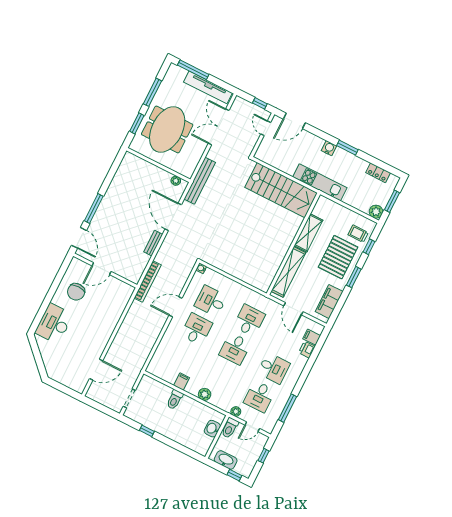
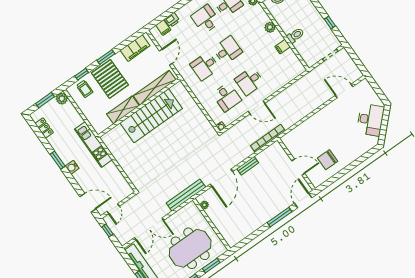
stairs: (281, 190) -> (151, 116), moved, turned 90
pallet: (338, 257) -> (110, 79), turned 90
chair: (76, 292) -> (328, 160), turned 180
desk: (54, 324) -> (370, 120), moved, turned -45

